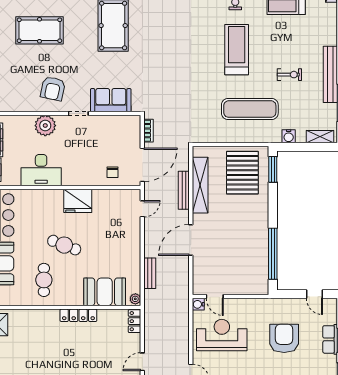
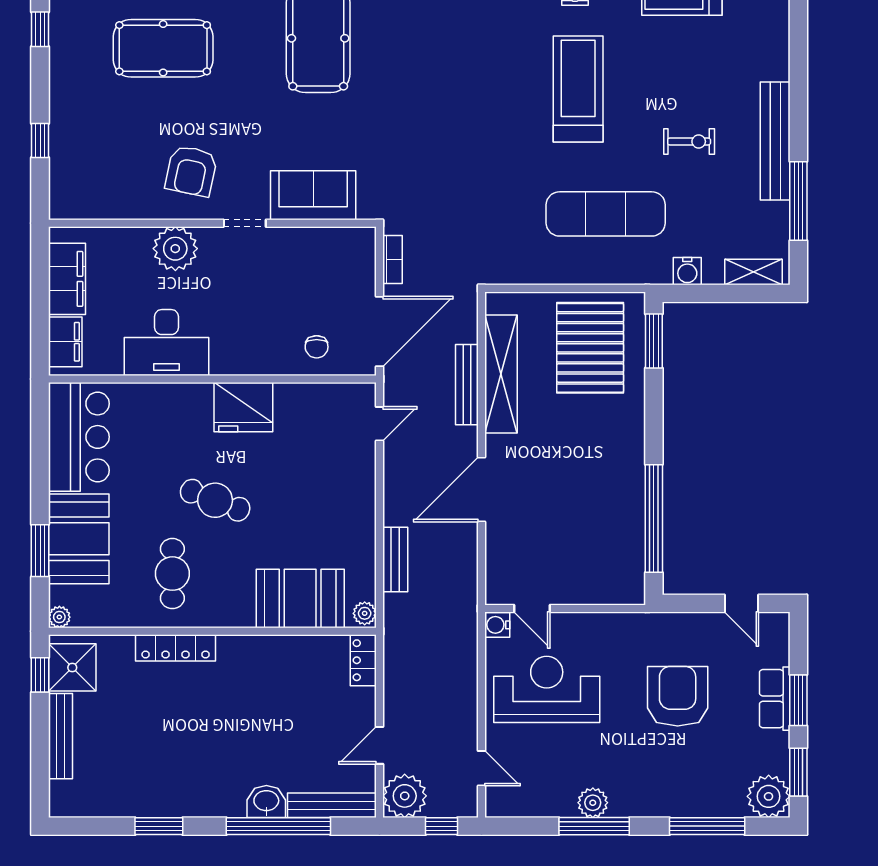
locker: (78, 315) -> (176, 648), moved

